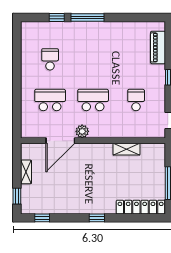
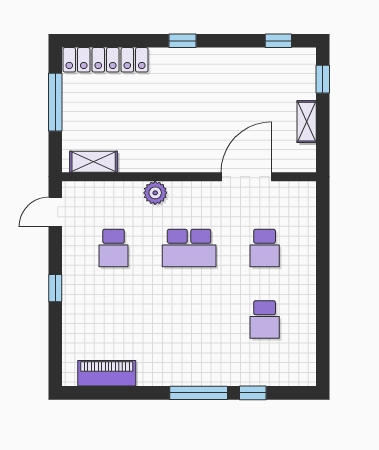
piano: (158, 47) -> (107, 373), moved, turned -90
school desk: (50, 100) -> (265, 248), width x0.54
plant: (82, 131) -> (155, 193), moved
shelving: (127, 149) -> (94, 162), moved

